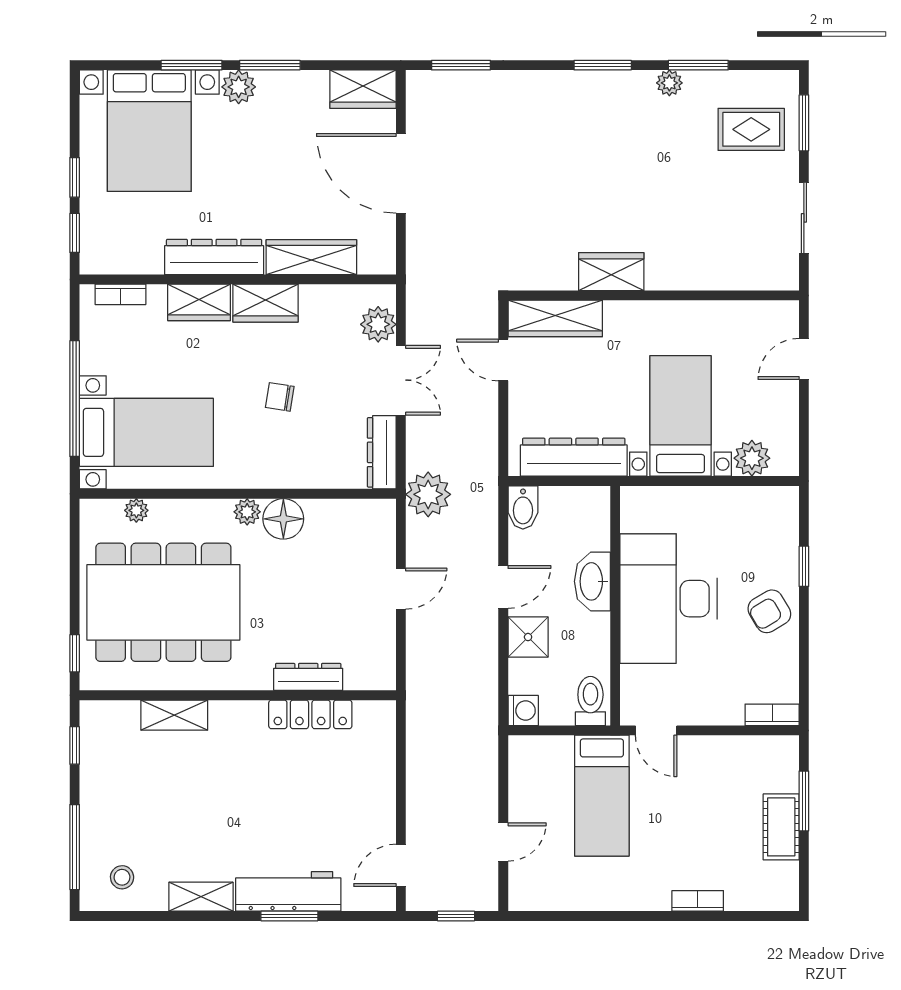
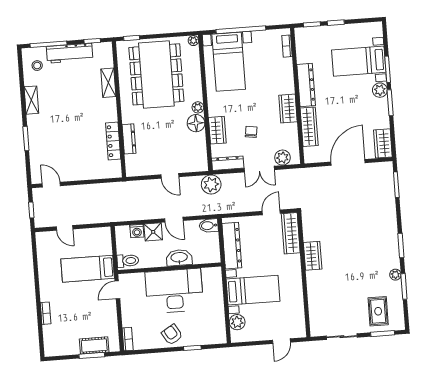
bed with nightstands: (149, 131) -> (359, 61), width x0.73
wardrobe: (199, 302) -> (217, 130), moved, turned 180
door: (804, 359) -> (281, 341), swing flipped
chair: (280, 397) -> (251, 132), moved
plant: (136, 510) -> (193, 41), moved
washing machine: (523, 711) -> (137, 231), moved
cot: (781, 827) -> (94, 345), moved
workbench: (288, 891) -> (70, 53), moved, turned 90

